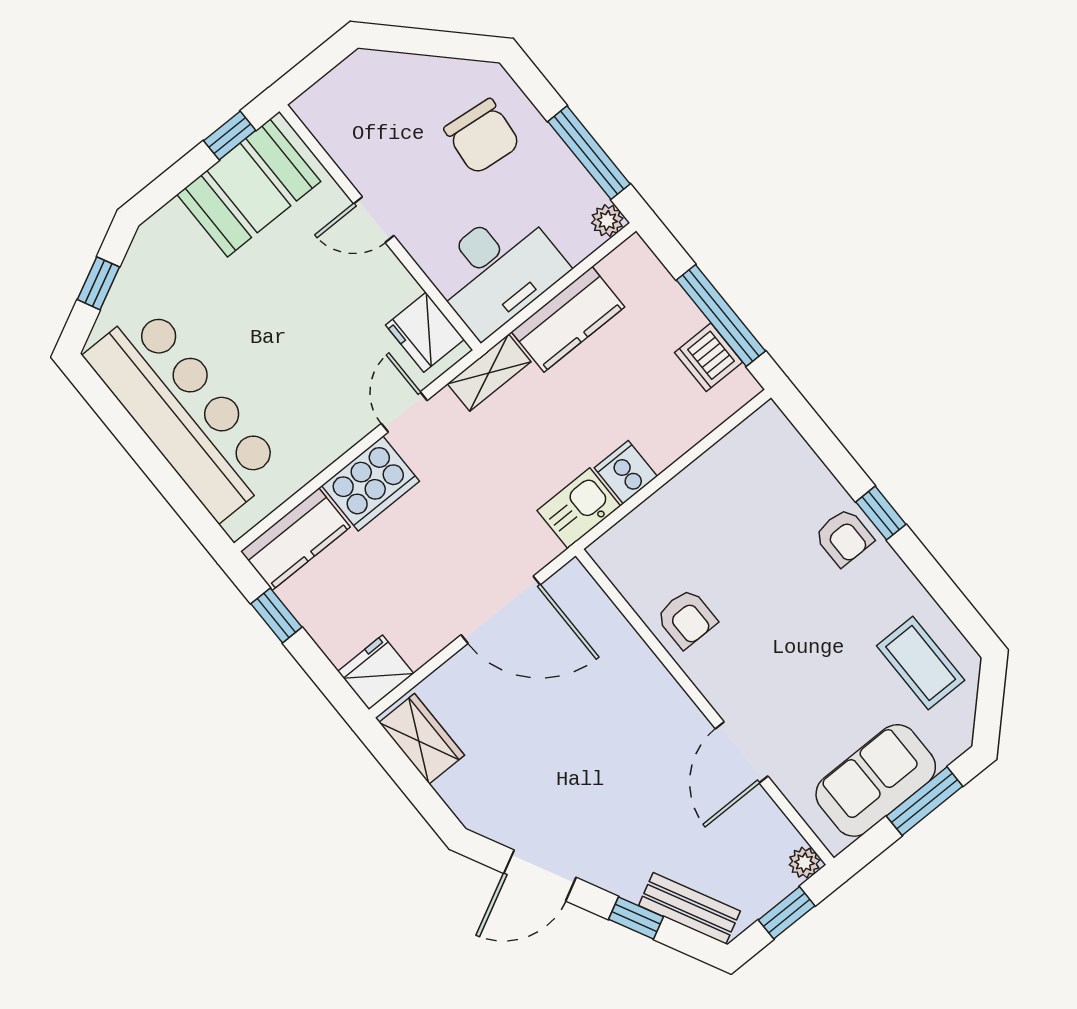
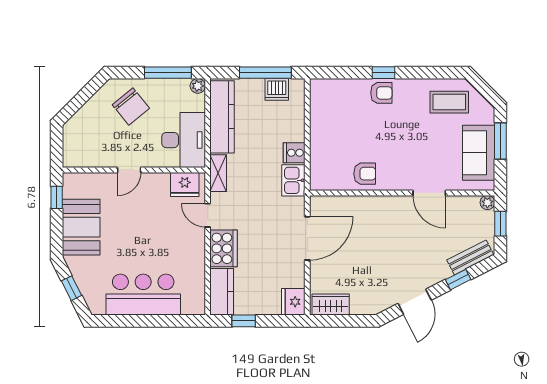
chair: (482, 137) -> (131, 106), turned 45
booth: (249, 188) -> (81, 227), moved
kitchen counter: (568, 319) -> (222, 117), width x1.50
bar counter: (185, 412) -> (143, 295), width x0.73

